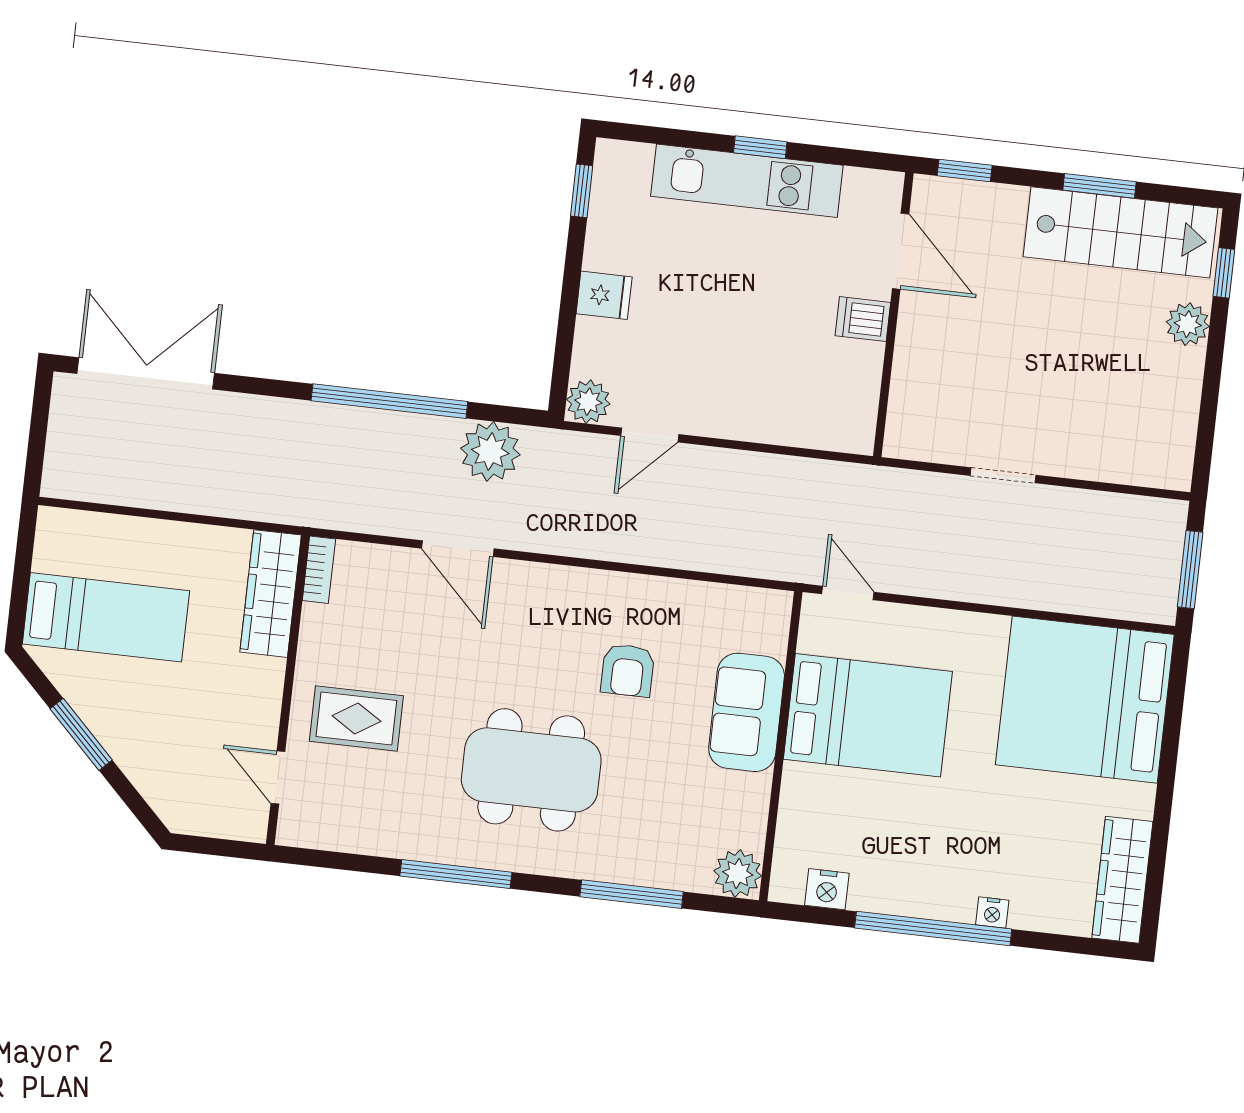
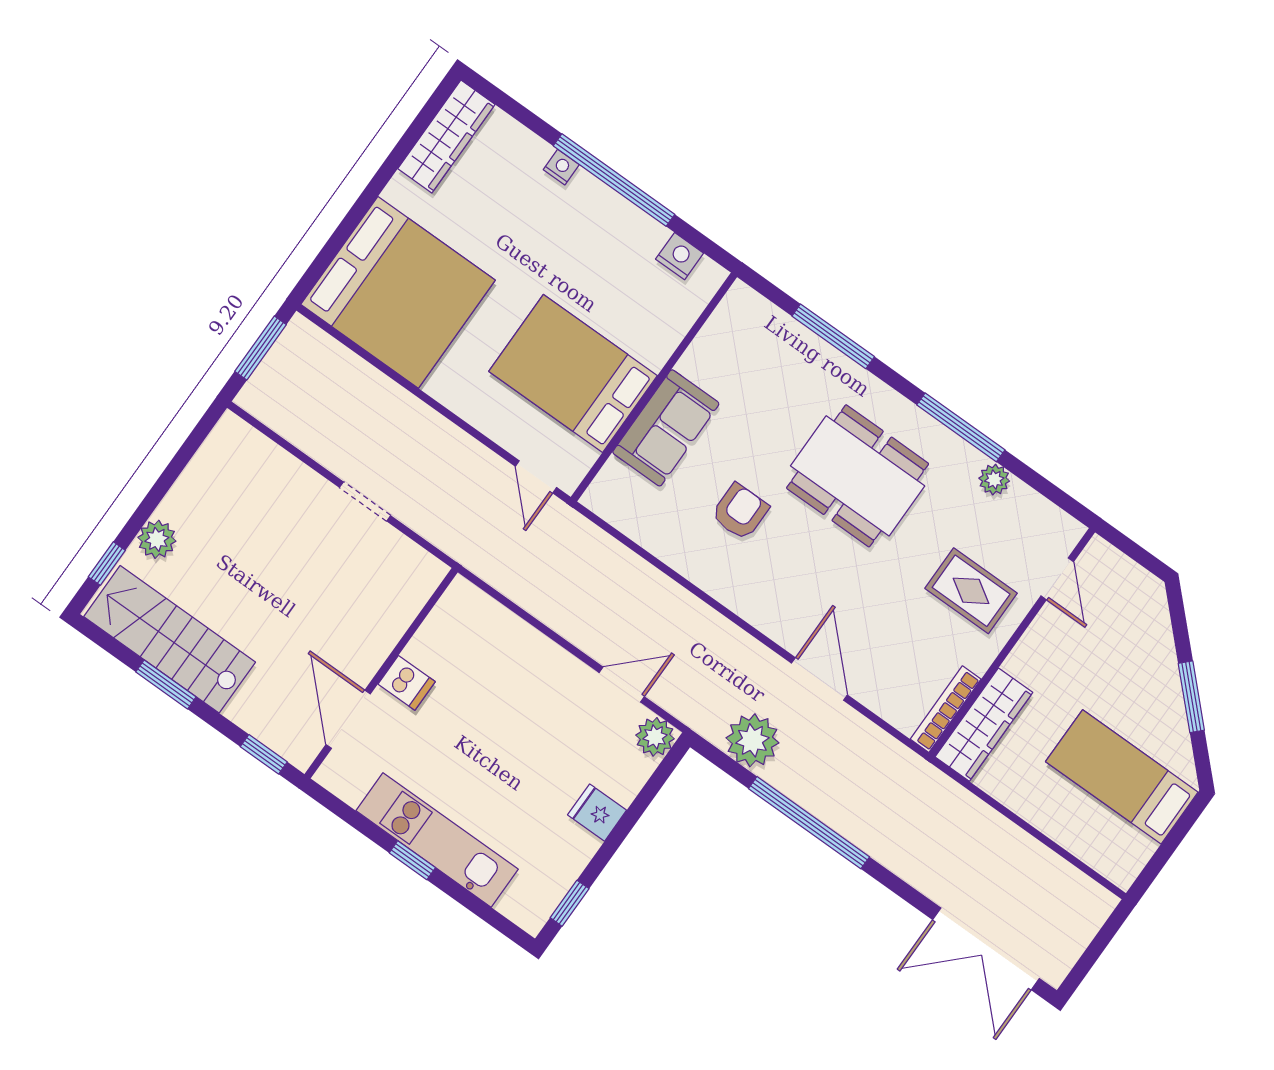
bookcase: (319, 570) -> (946, 709), width x1.56
plant: (738, 873) -> (994, 480), moved, width x0.73, depth x0.73

